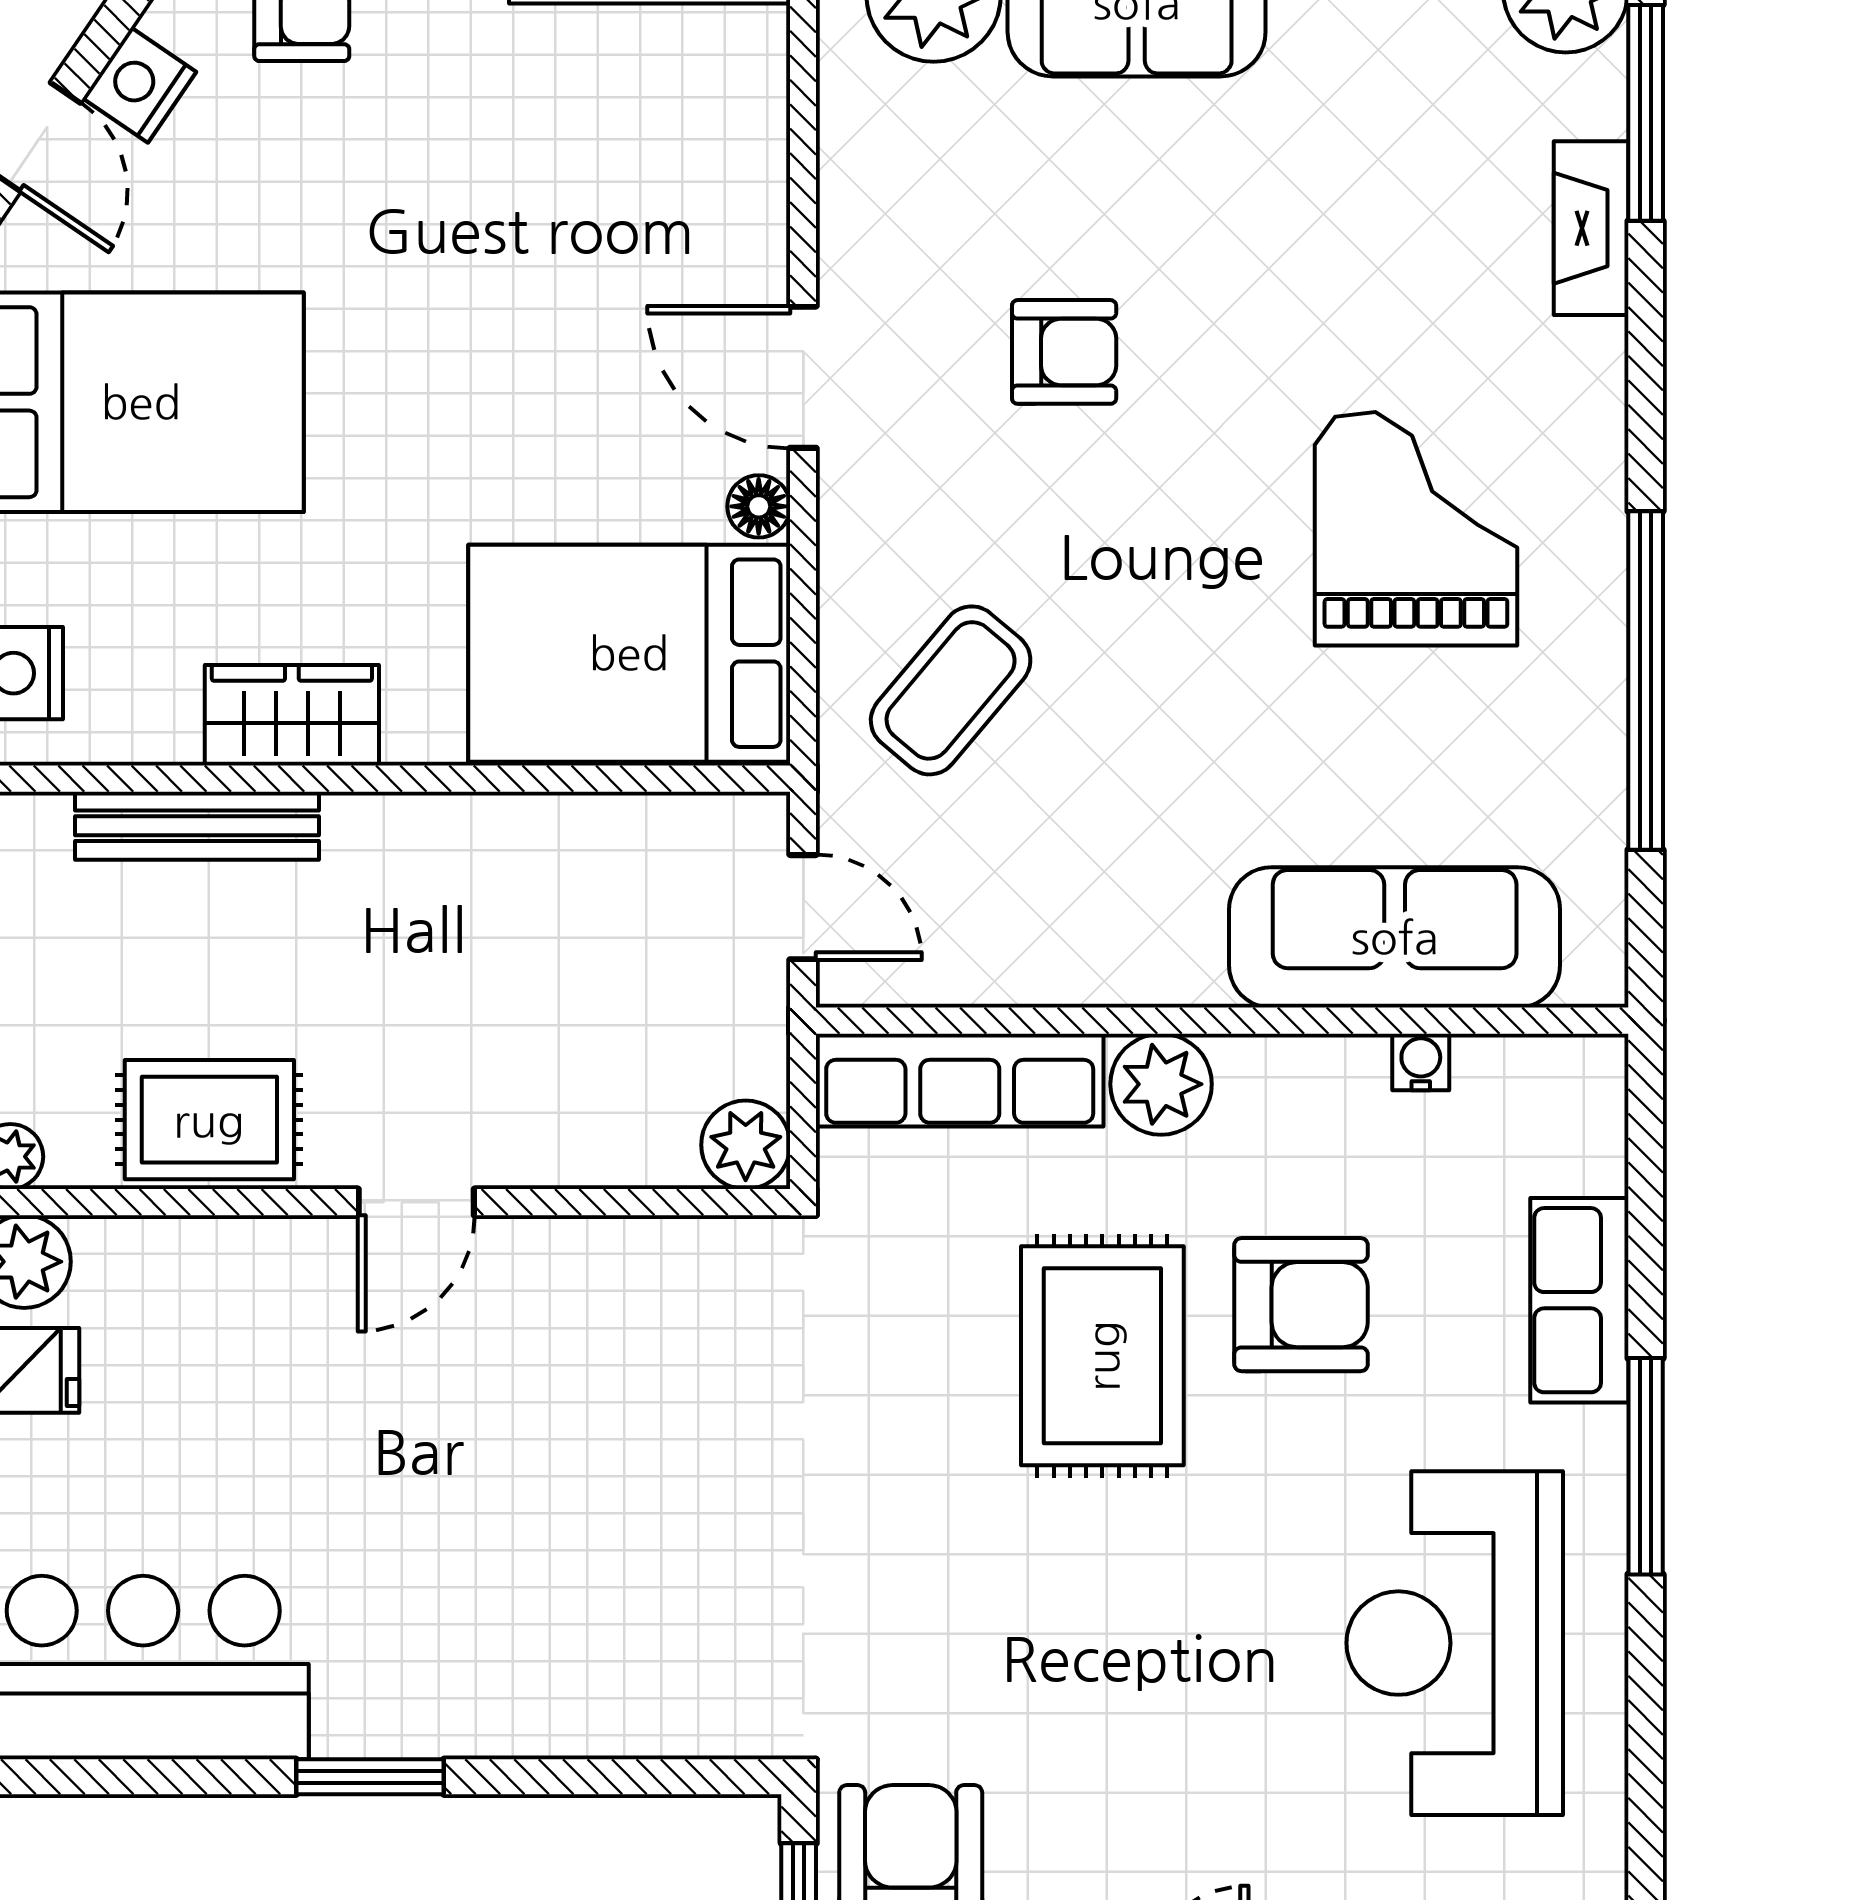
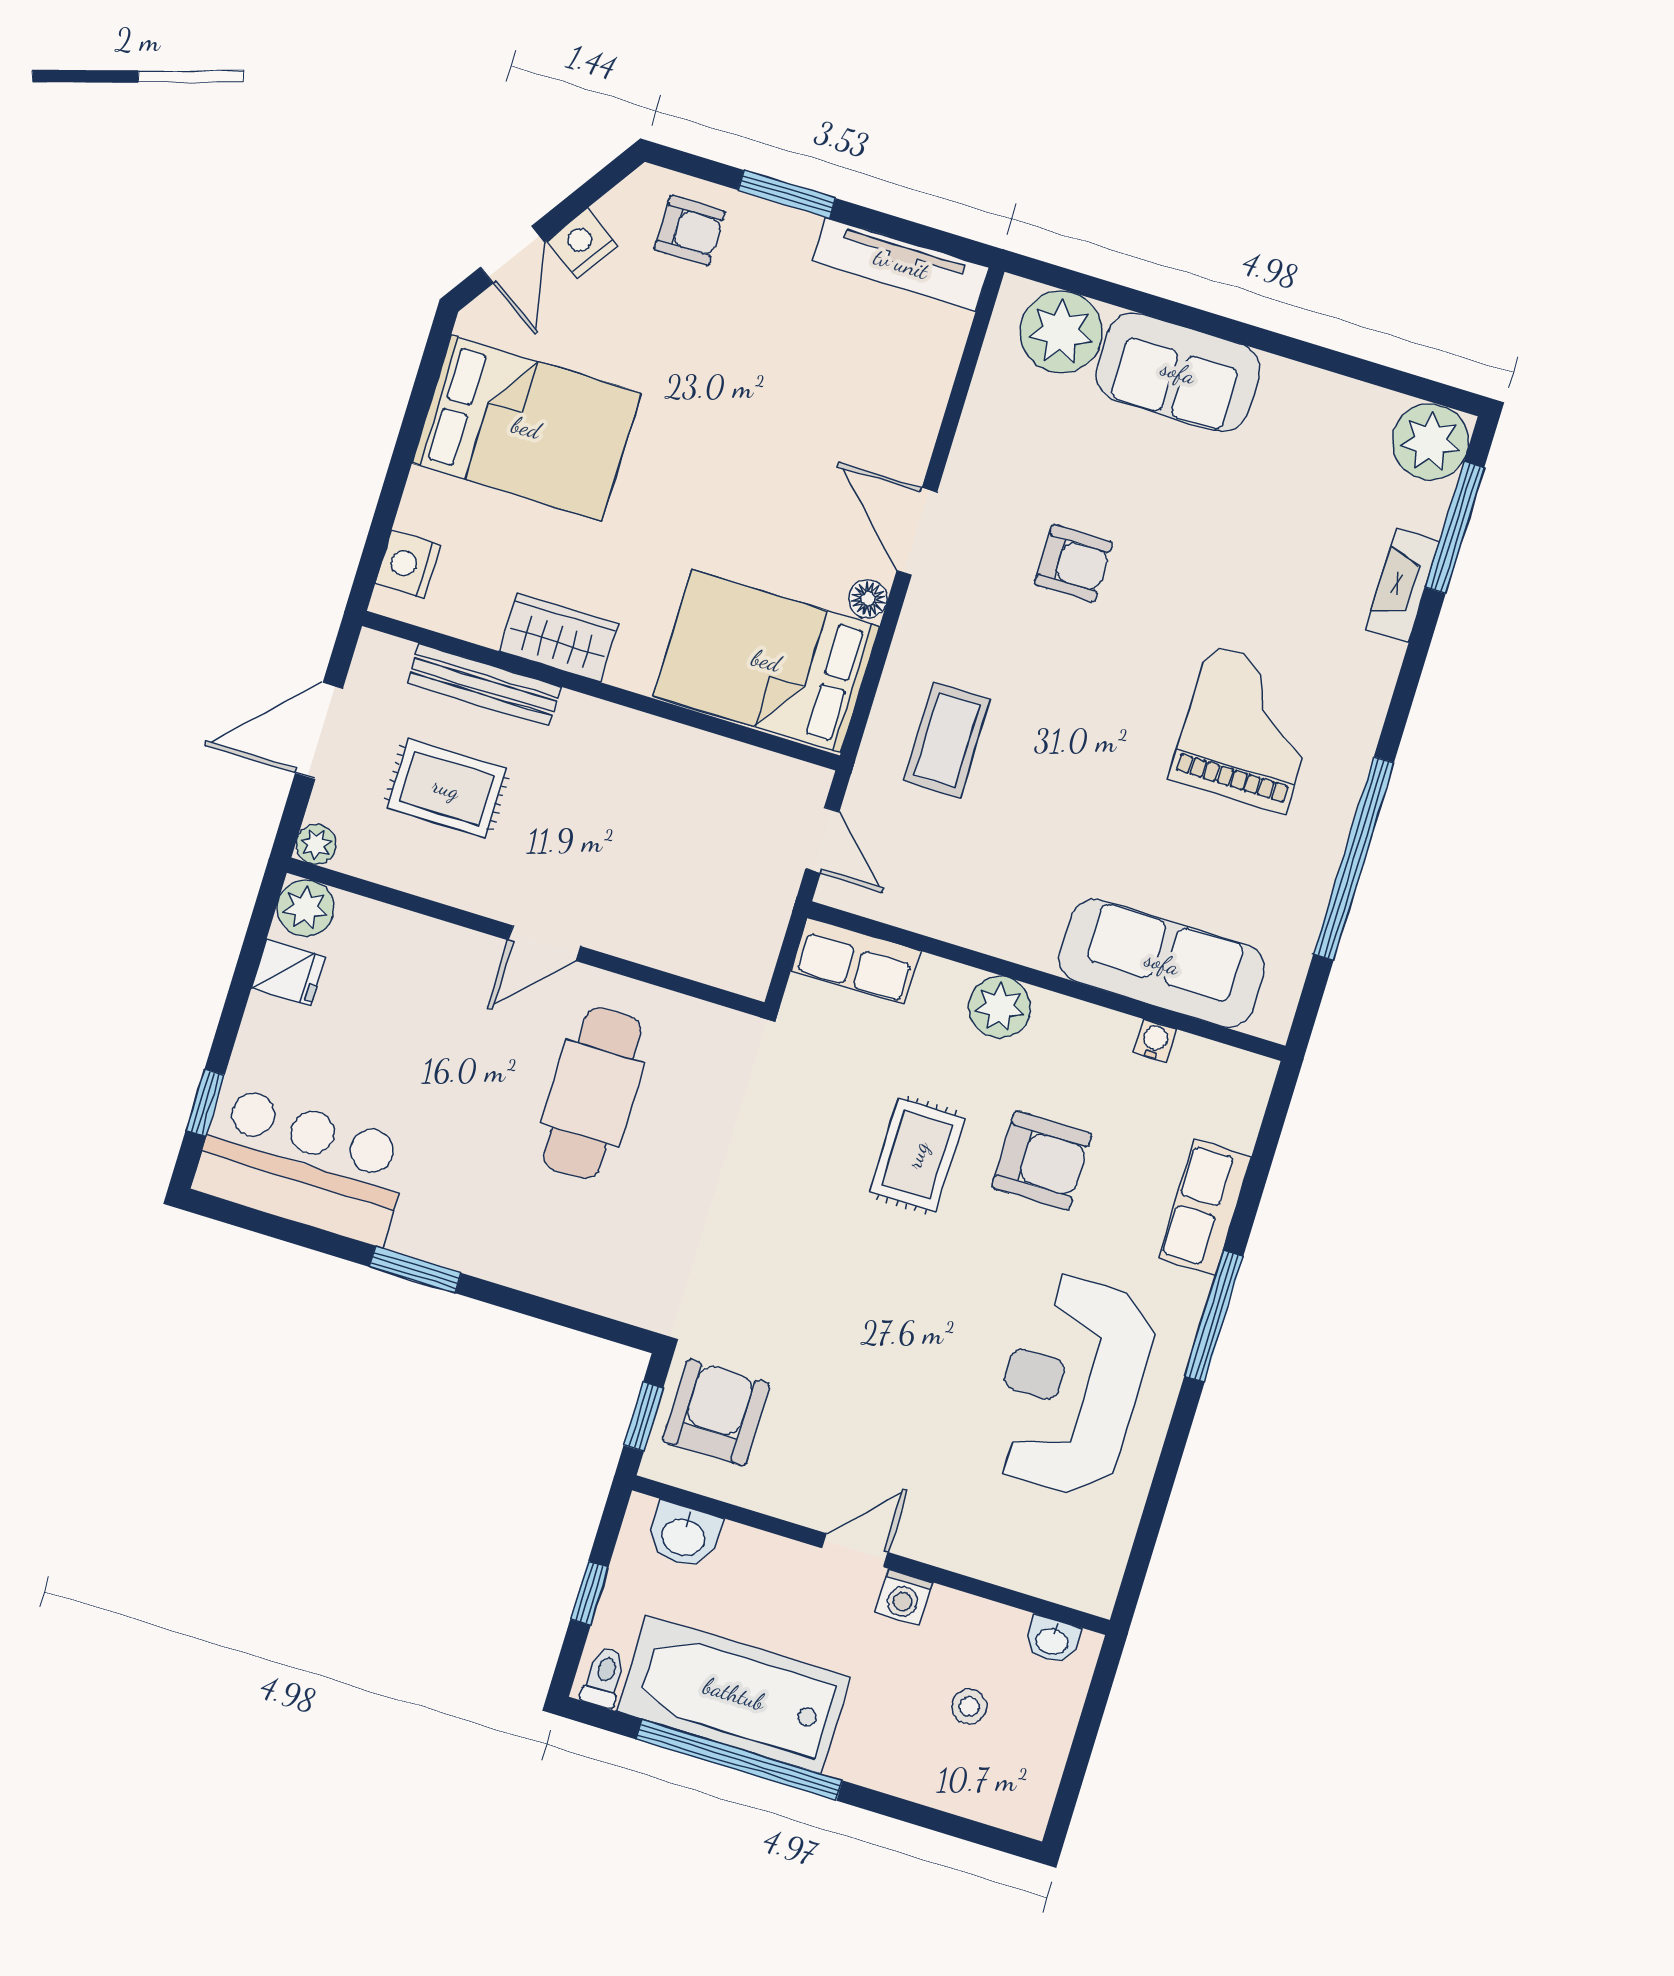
coffee table: (951, 690) -> (947, 740), turned -40
row of seats: (960, 1080) -> (856, 961), width x0.68
rug: (209, 1120) -> (446, 788), moved
plant: (746, 1145) -> (747, 969), removed
rug: (1102, 1356) -> (917, 1155), width x0.73, depth x0.70
cafe table: (563, 1414) -> (592, 1093), added

